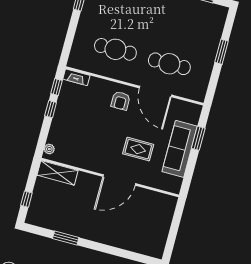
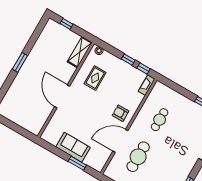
cafe table: (115, 49) -> (160, 120), width x0.73, depth x0.74
rug: (138, 149) -> (95, 78), moved
sofa: (180, 149) -> (73, 147), width x0.73
window: (66, 238) -> (20, 62), moved

